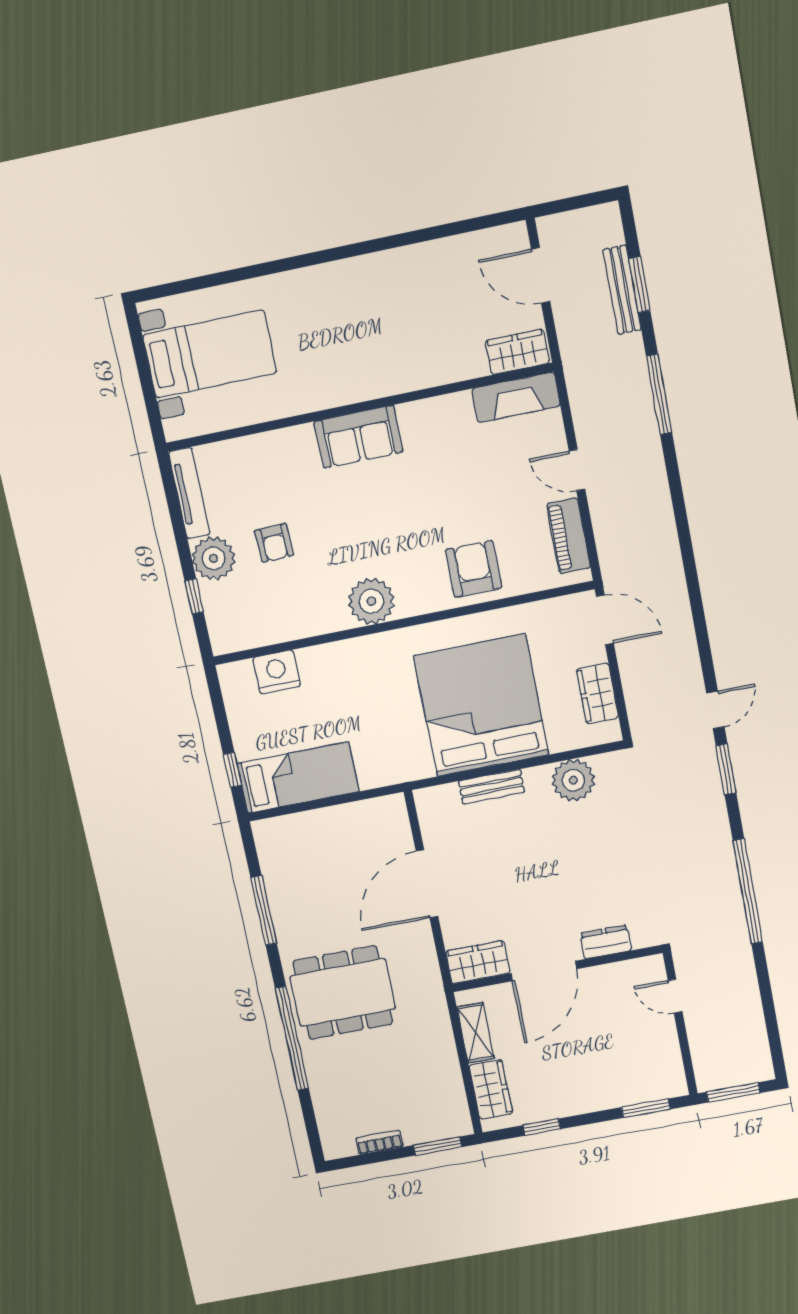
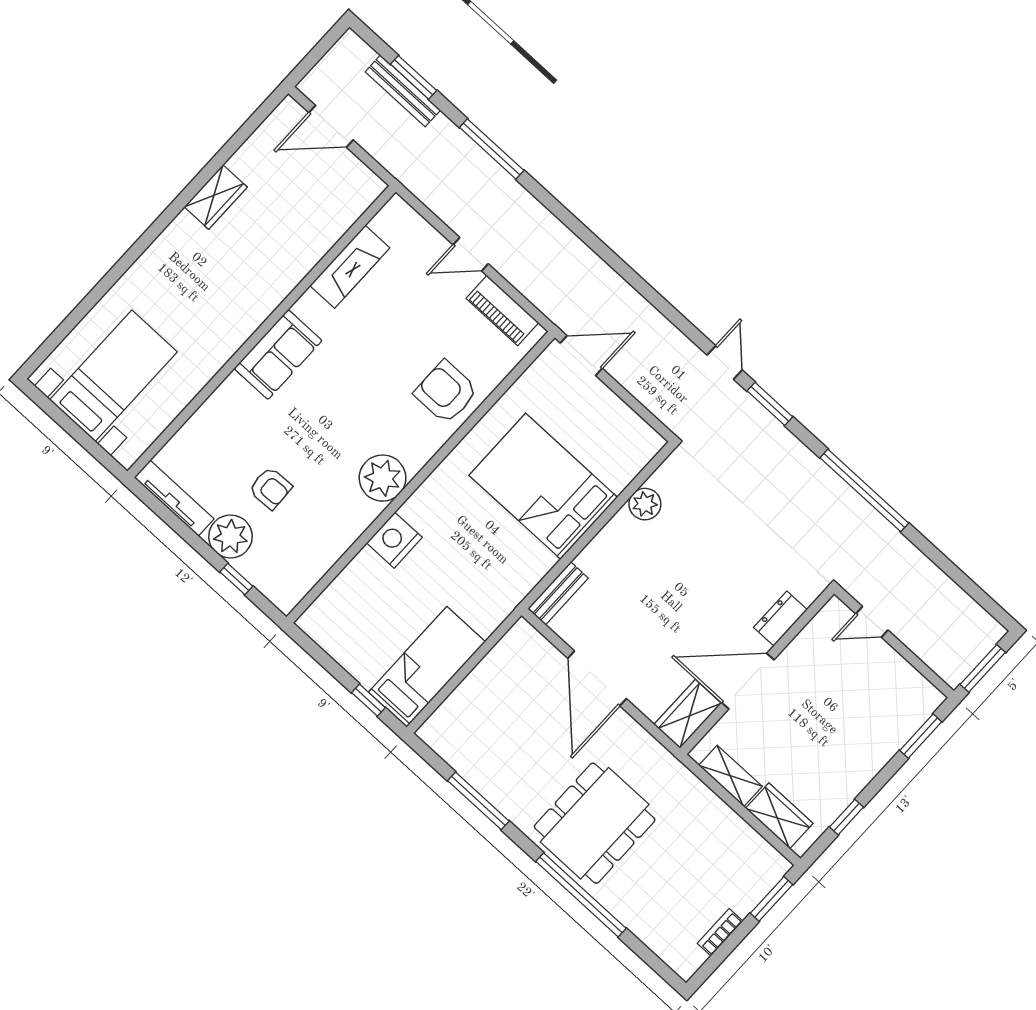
wardrobe: (517, 352) -> (216, 197), moved, turned 180
fireplace: (516, 397) -> (350, 267), moved
nightstand: (277, 672) -> (394, 540), moved
wardrobe: (597, 693) -> (620, 419), removed
bed: (481, 705) -> (543, 486), width x0.73
plant: (573, 780) -> (645, 504), width x0.73, depth x0.73
bench: (491, 787) -> (558, 593), moved
door: (544, 971) -> (748, 681), swing flipped

